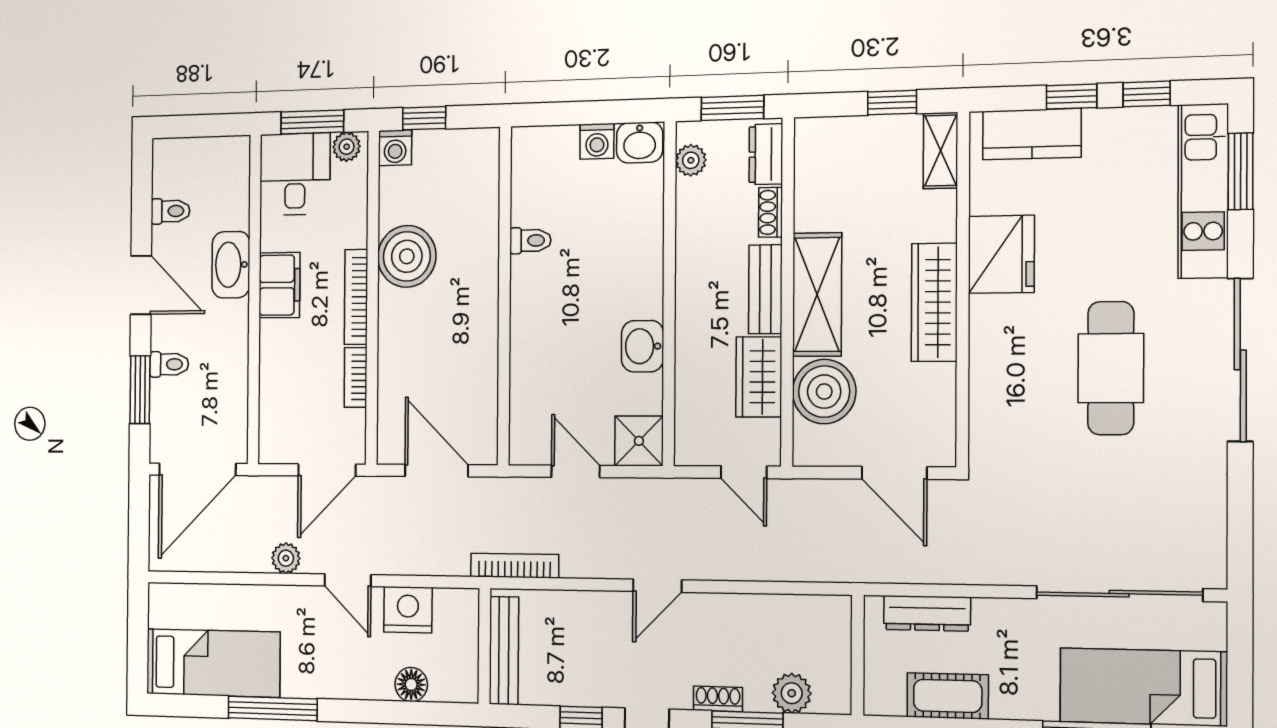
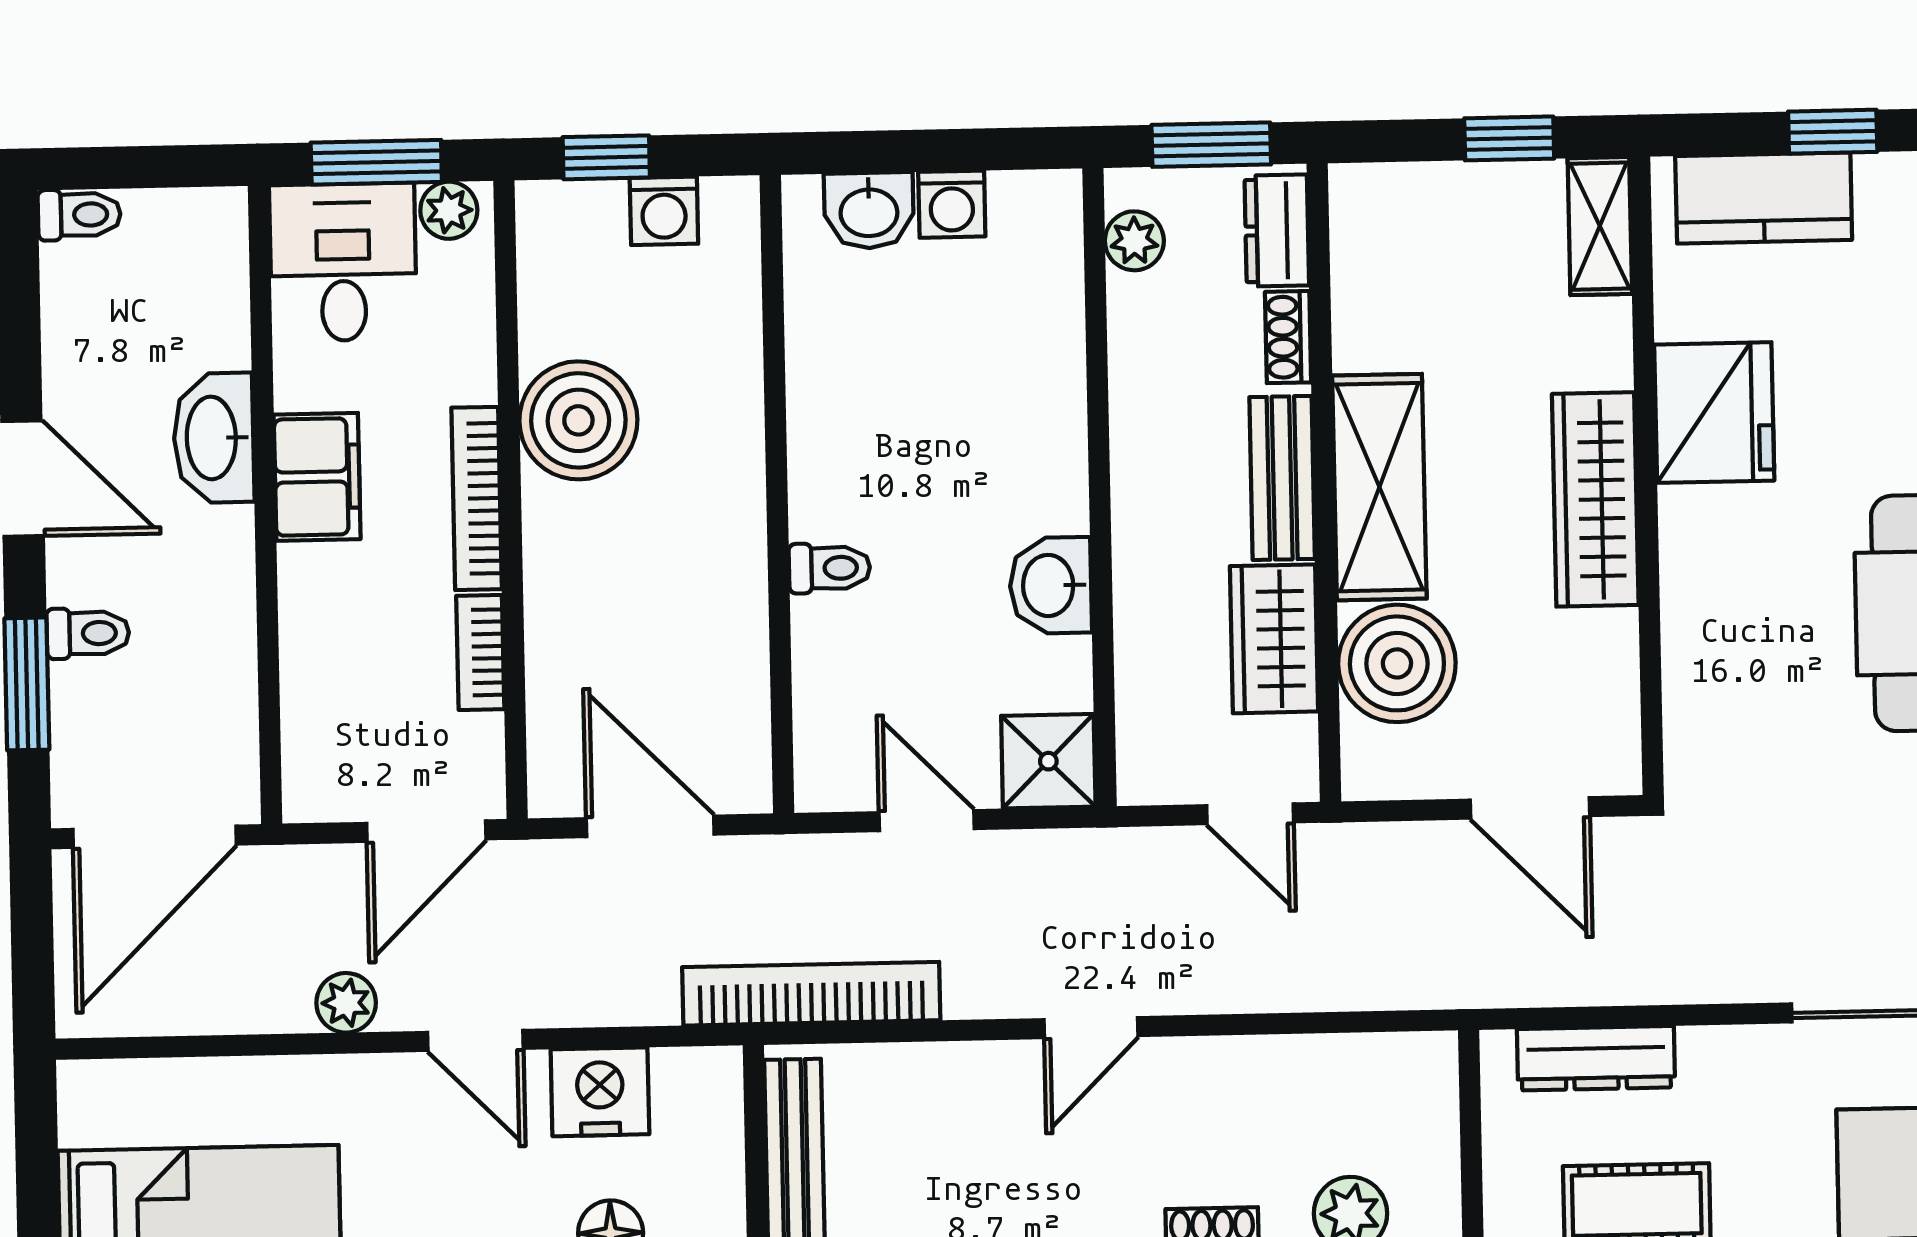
washbasin: (640, 143) -> (869, 211), moved
washing machine: (395, 148) -> (664, 211), moved
toilet: (170, 211) -> (79, 215), moved
toilet: (530, 241) -> (829, 568), moved
bookcase: (515, 566) -> (811, 994), width x1.48, depth x1.31

